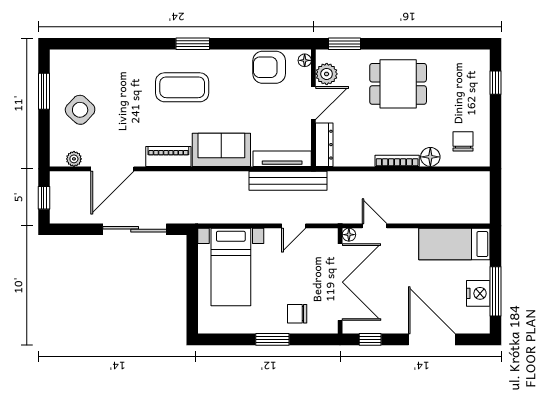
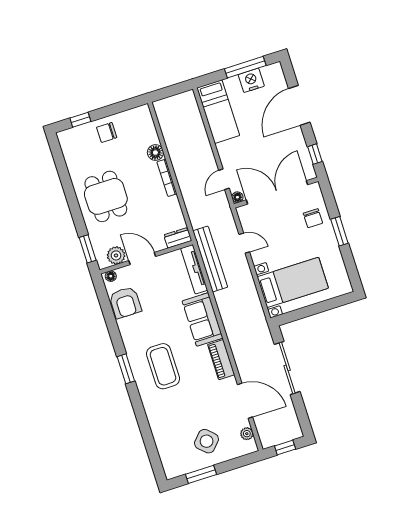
chair: (463, 141) -> (107, 132), moved
dresser: (324, 145) -> (178, 238), width x0.70

